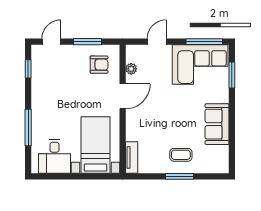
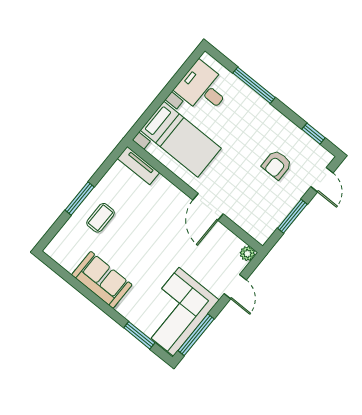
armchair: (99, 65) -> (277, 165), moved
plant: (131, 69) -> (247, 254), moved

